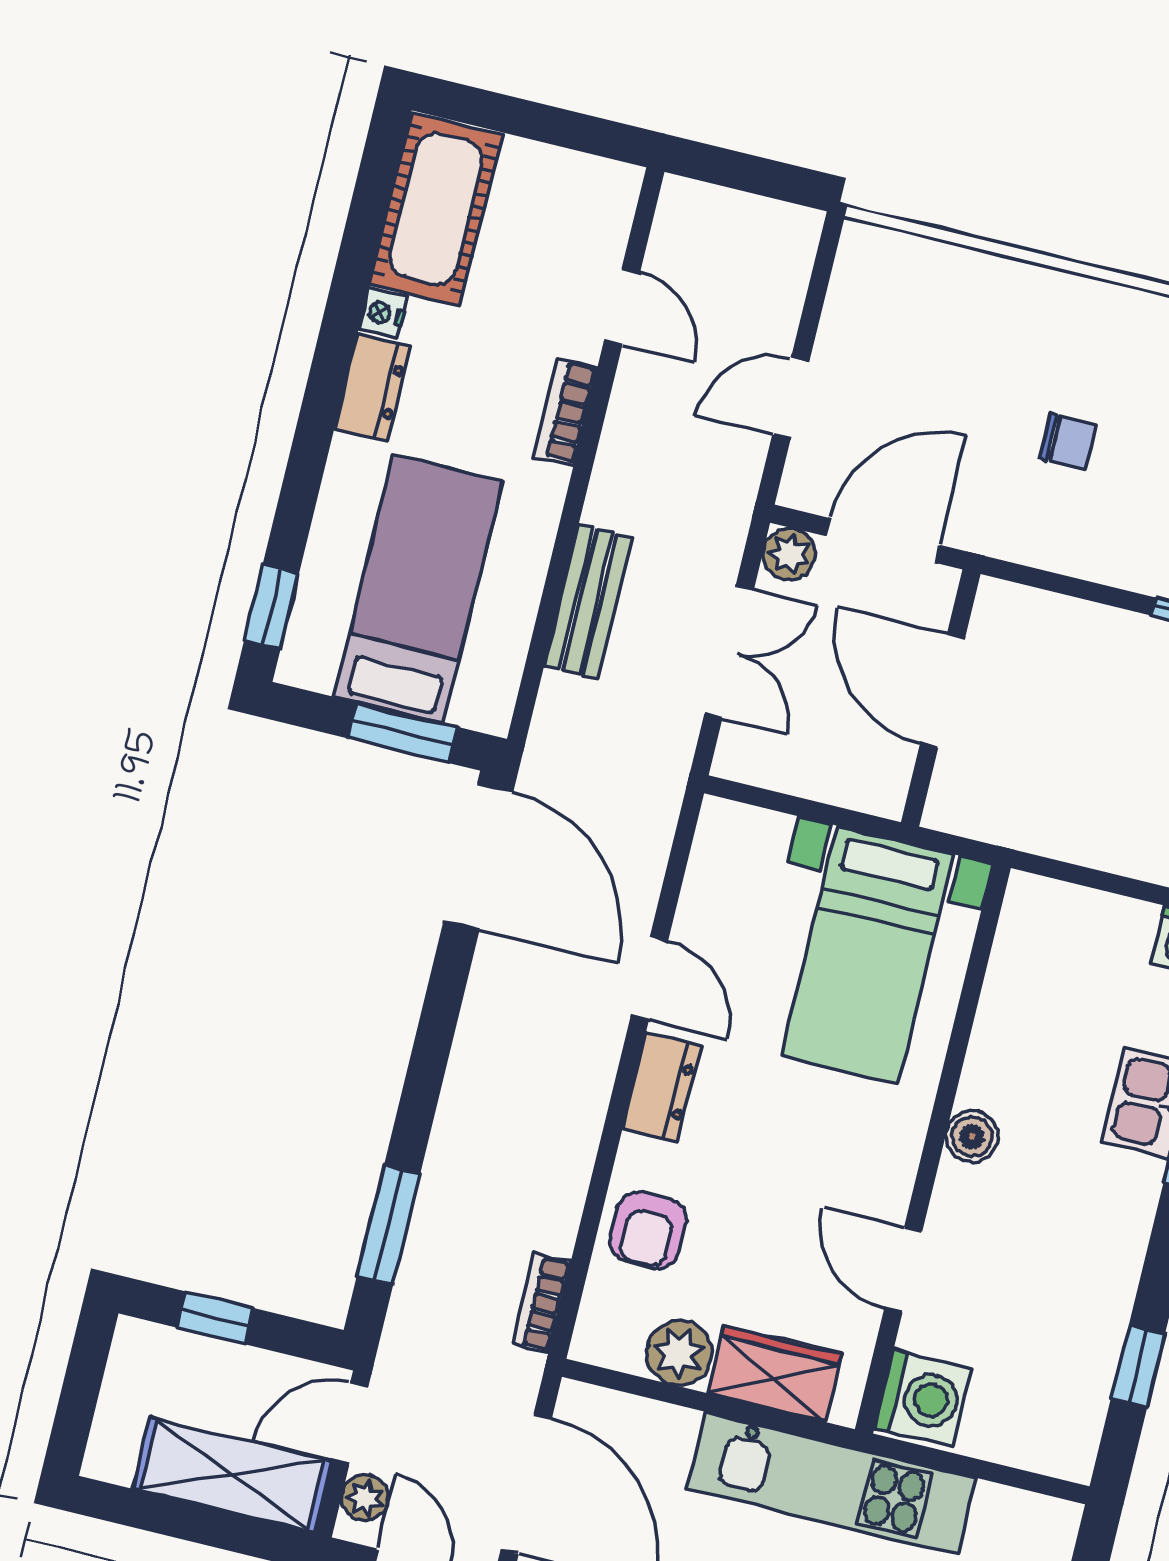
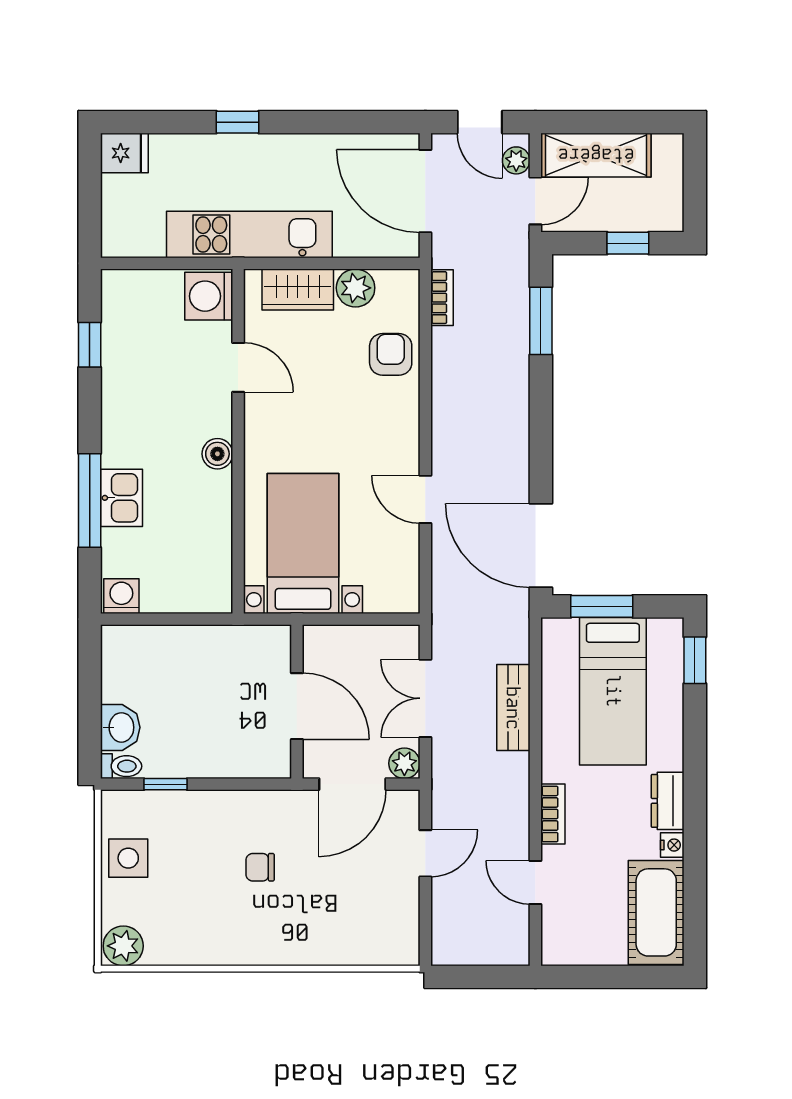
dresser: (661, 1087) -> (403, 439), removed

